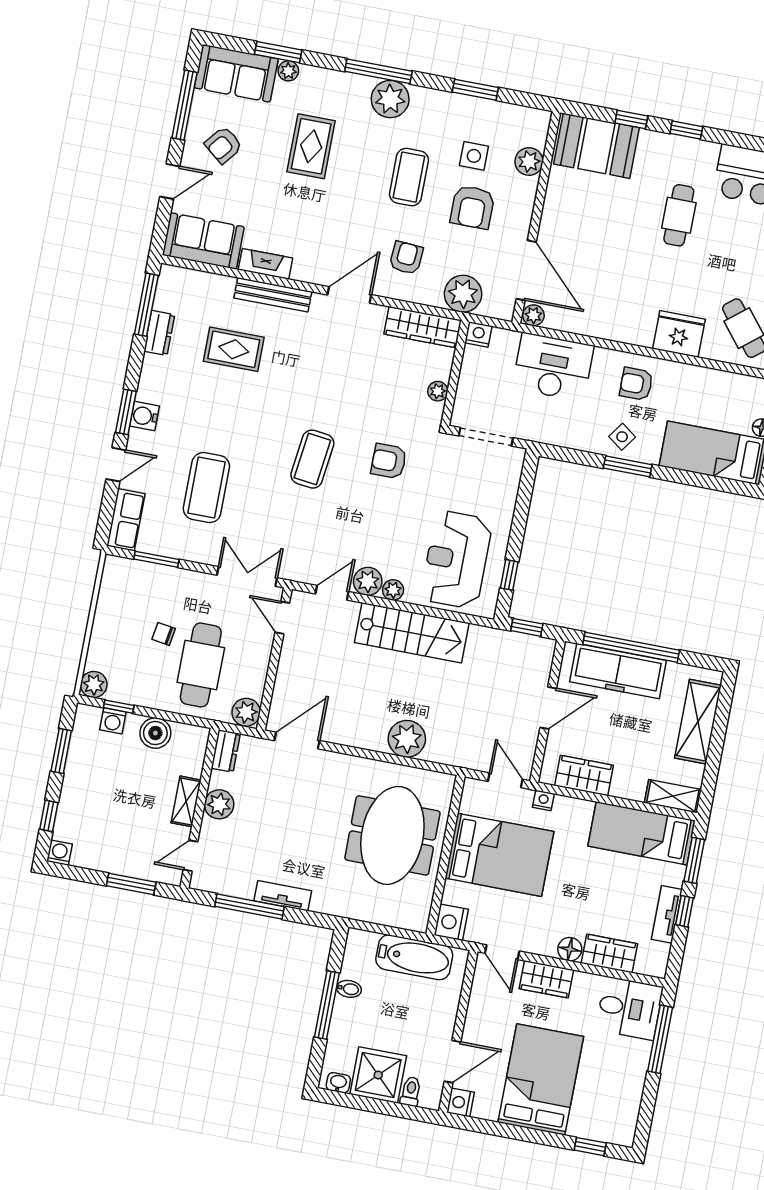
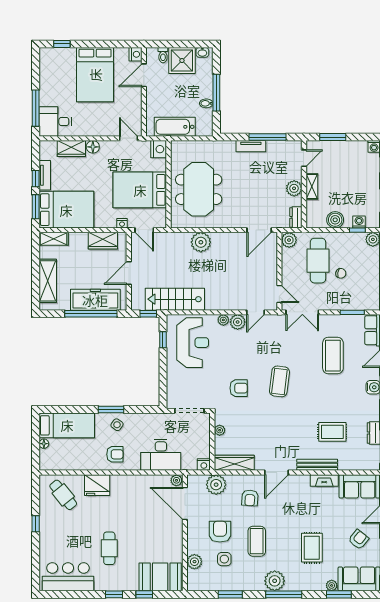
stairs: (412, 633) -> (175, 299), moved
bed: (642, 833) -> (66, 210), width x1.50
wardrobe: (546, 979) -> (102, 129), removed

